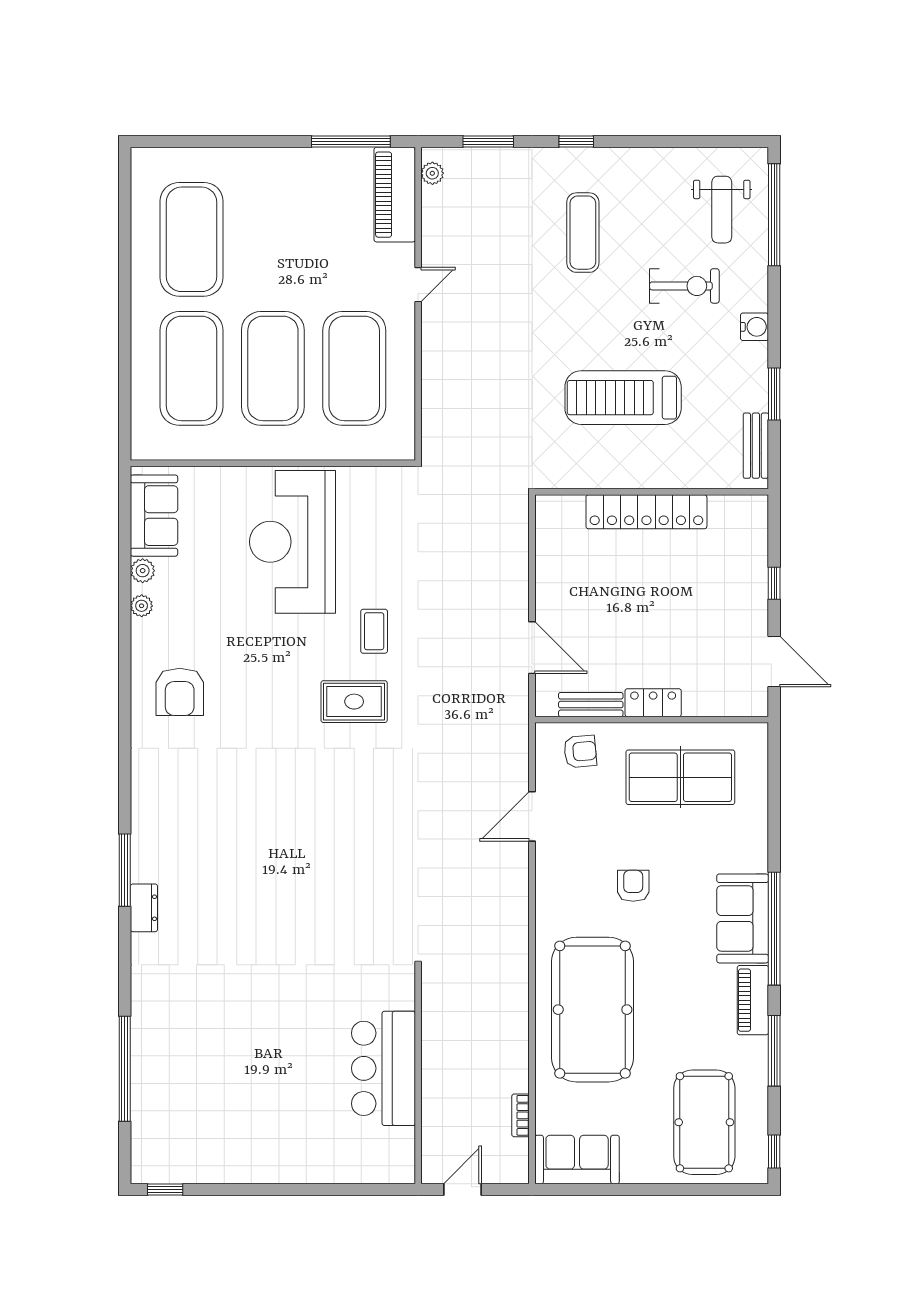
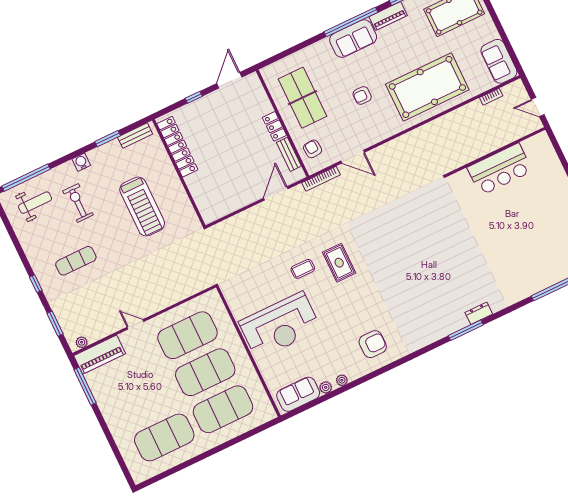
locker: (646, 512) -> (177, 147), moved
bookcase: (520, 741) -> (321, 179), added

